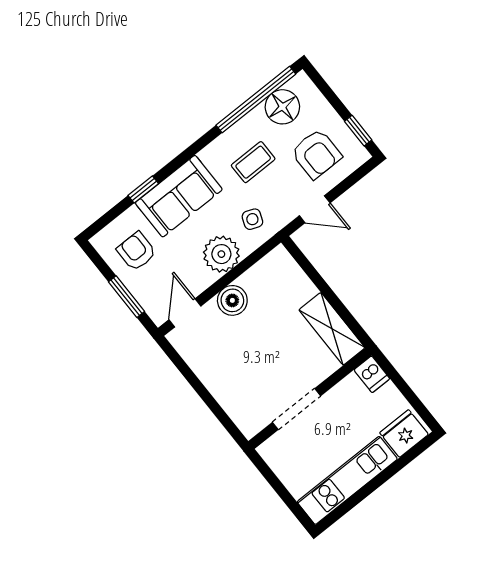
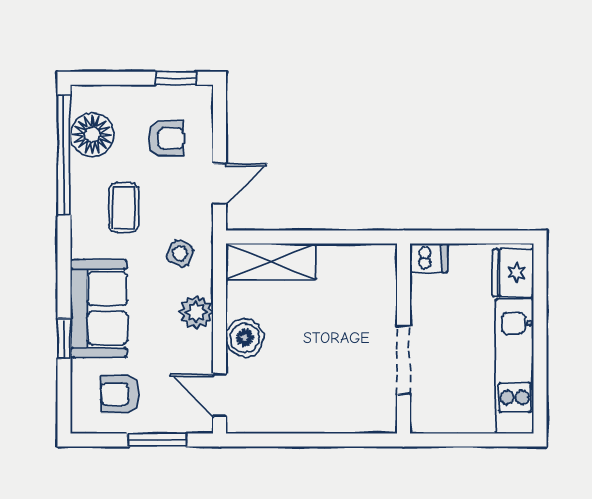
armchair: (316, 154) -> (166, 138), width x0.72, depth x0.72
plant: (221, 254) -> (196, 312), width x0.73, depth x0.73
shelving: (332, 329) -> (271, 261), moved

